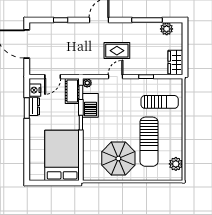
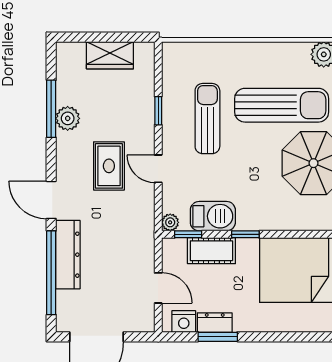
window: (61, 20) -> (51, 273), width x3.17
dresser: (70, 29) -> (68, 255), added
plant: (167, 29) -> (68, 118), moved
wardrobe: (175, 62) -> (110, 55), moved
cot: (72, 91) -> (211, 251), moved
sun lounger: (160, 102) -> (207, 119), moved

